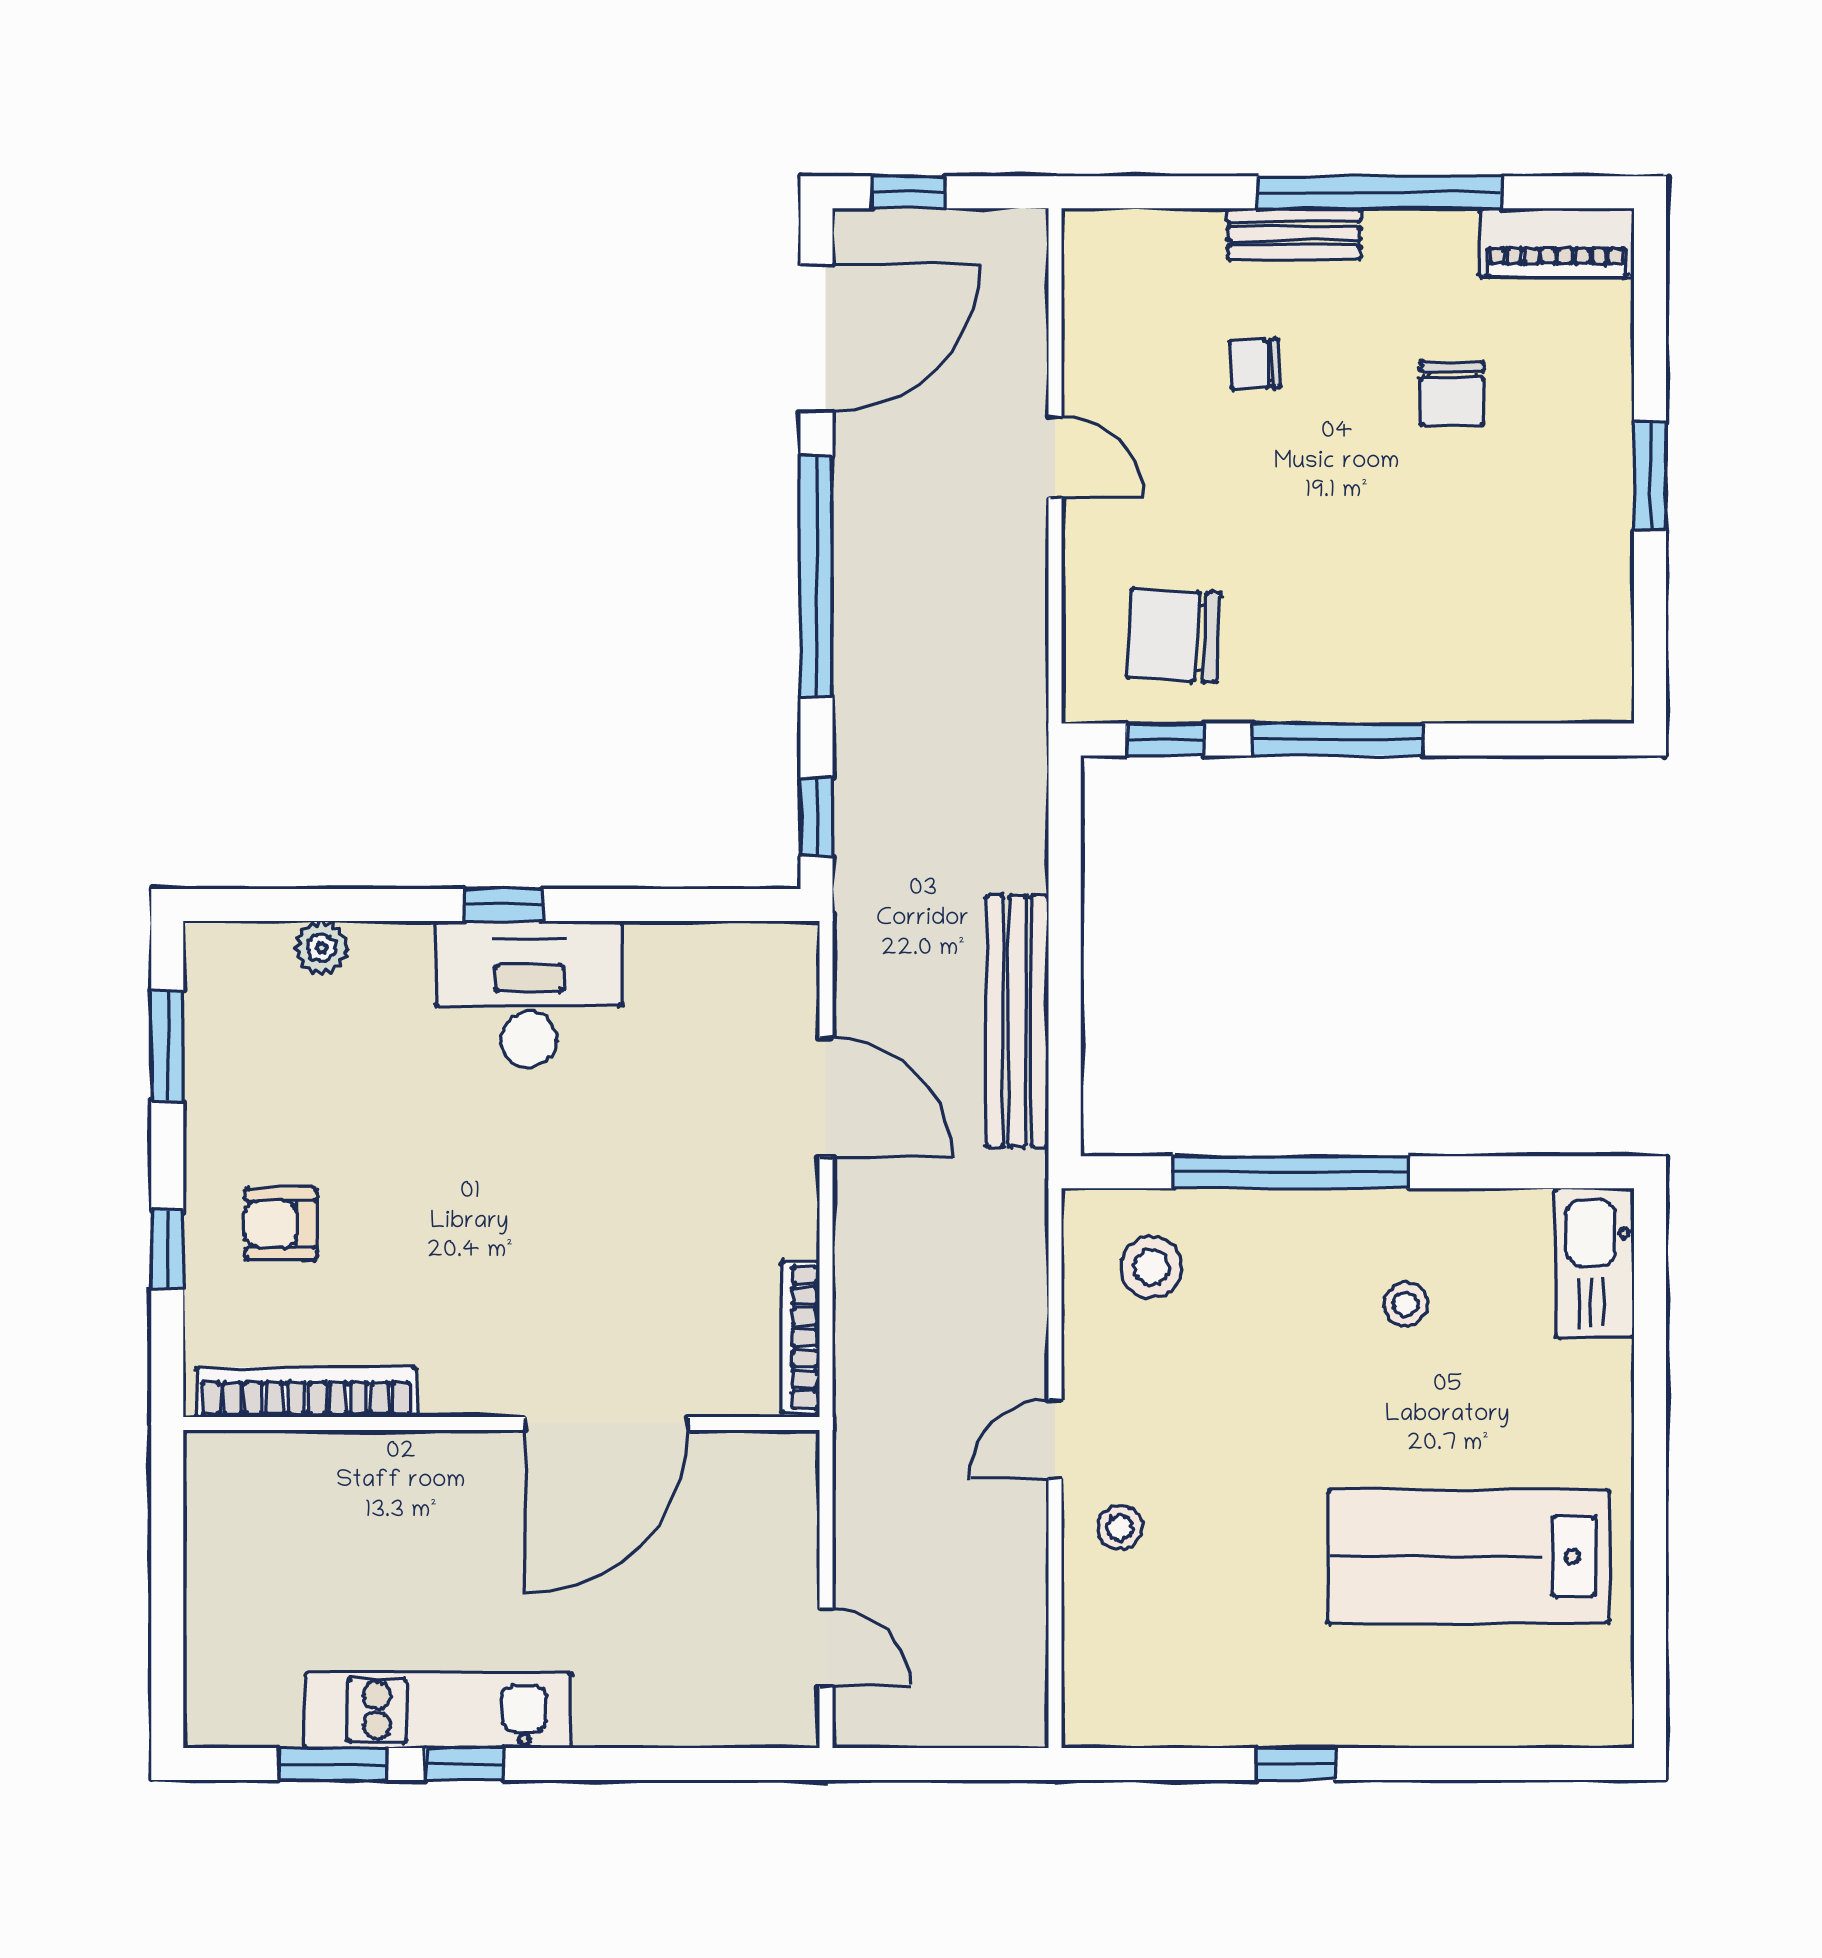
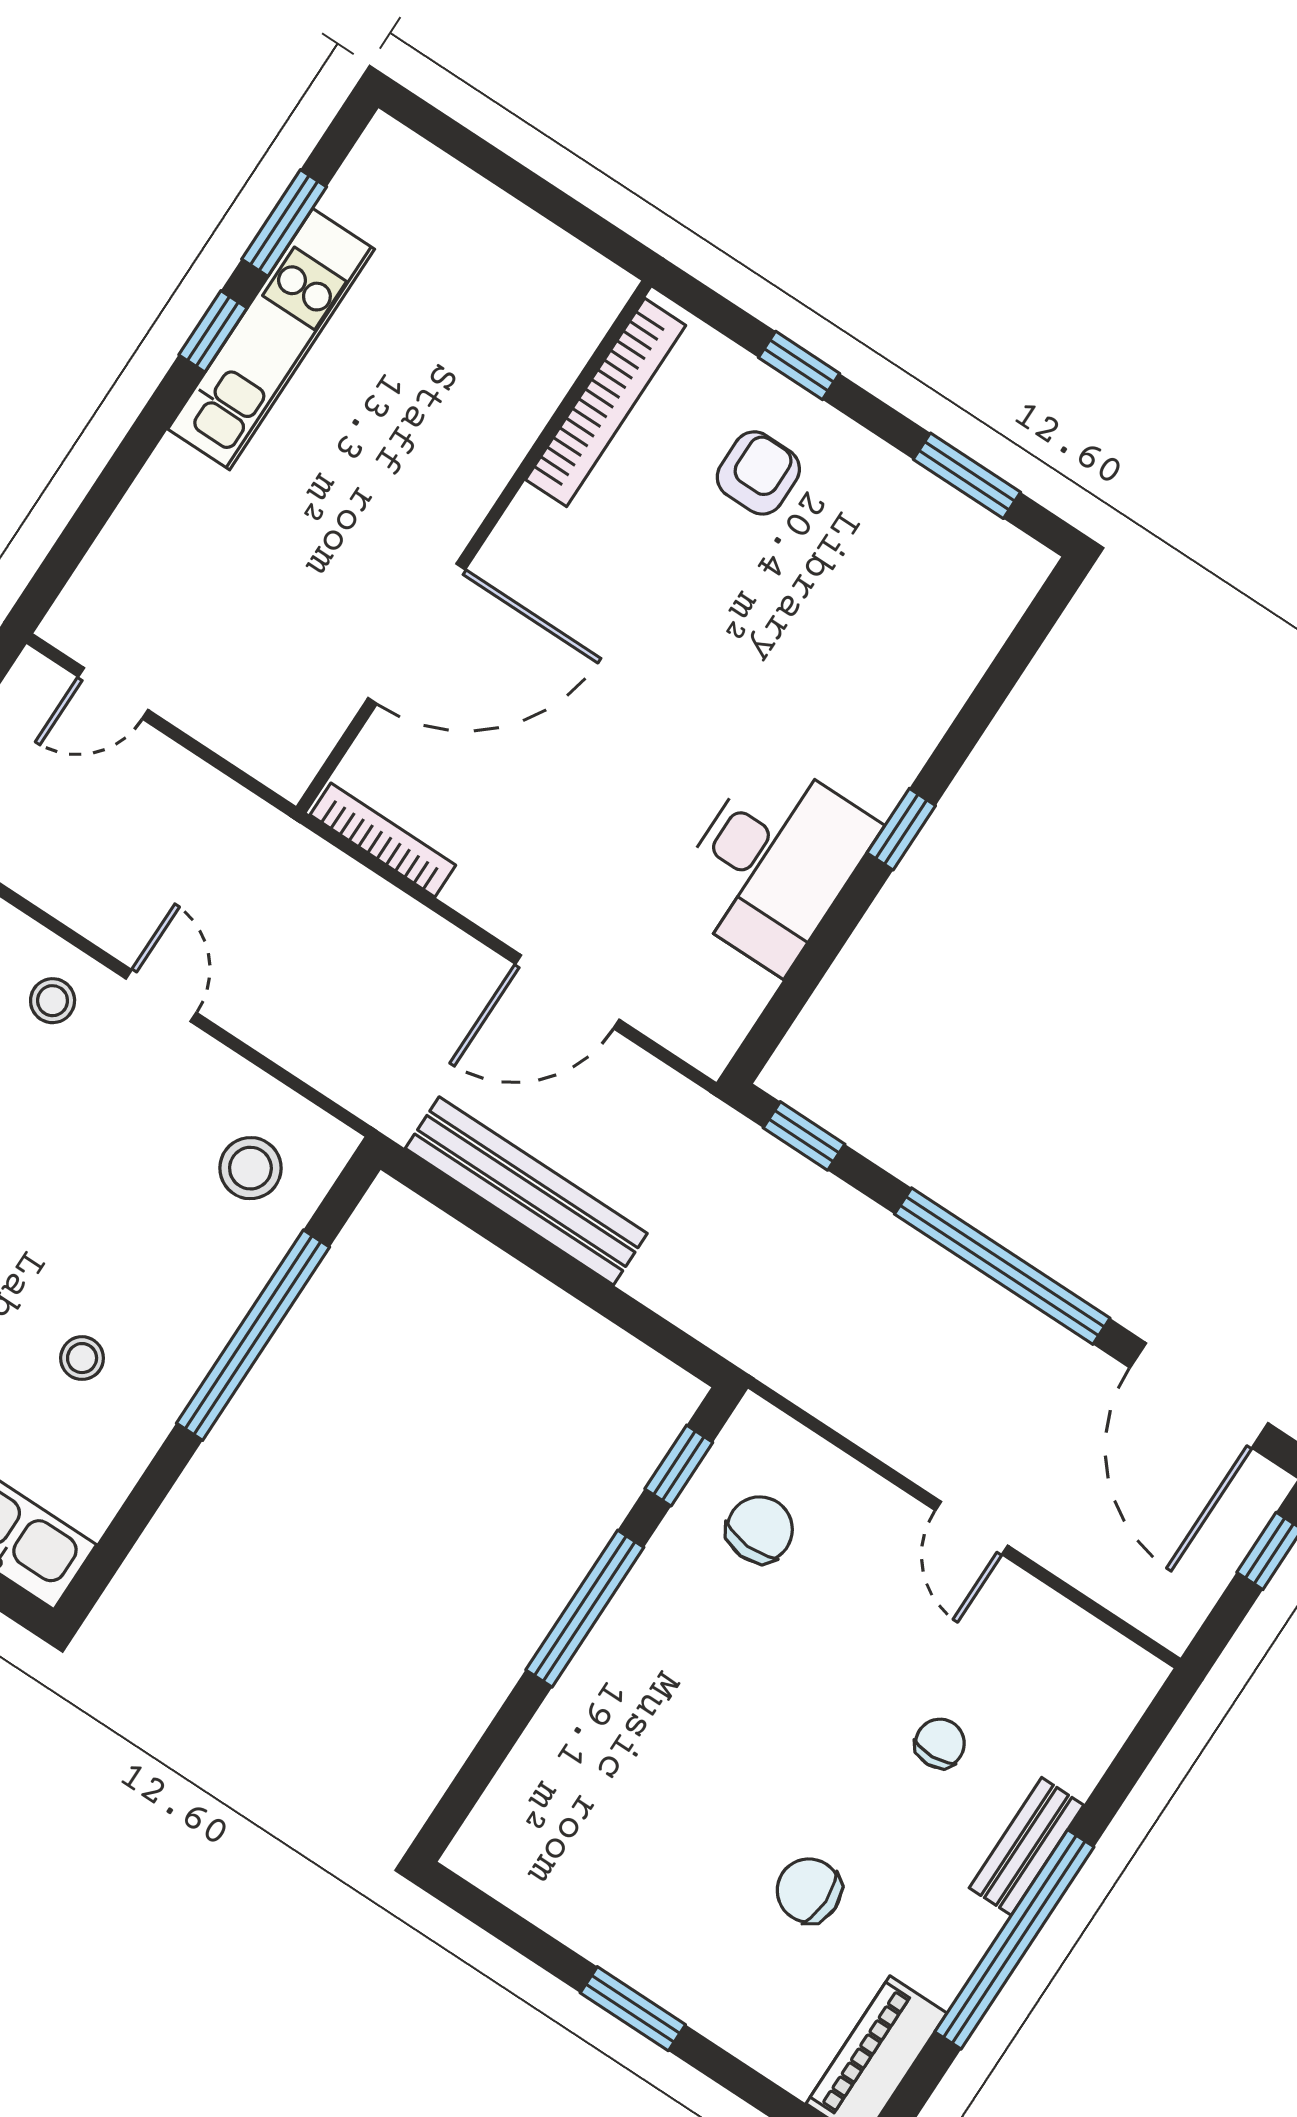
door: (1055, 457) -> (972, 1528), hinge flipped
chair: (1174, 636) -> (760, 1529), width x0.73, depth x0.73
plant: (322, 948) -> (964, 656), removed
desk: (529, 994) -> (774, 863), moved
door: (607, 1424) -> (417, 634), swing flipped

